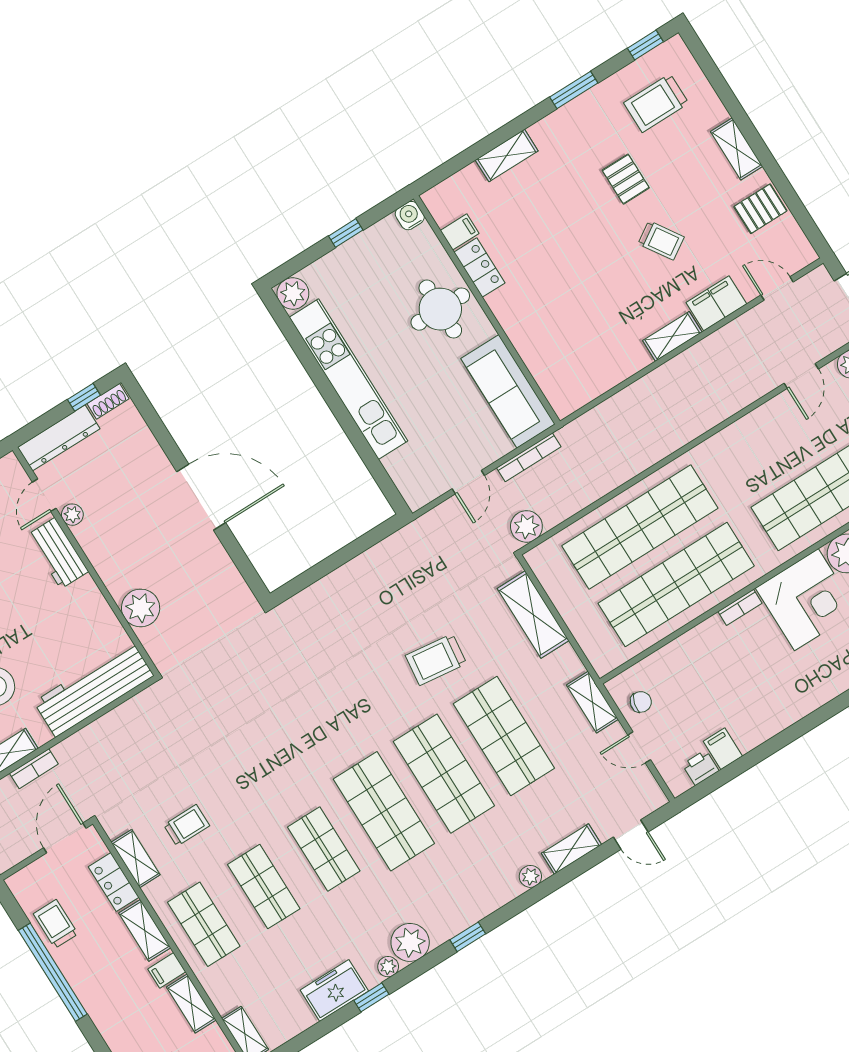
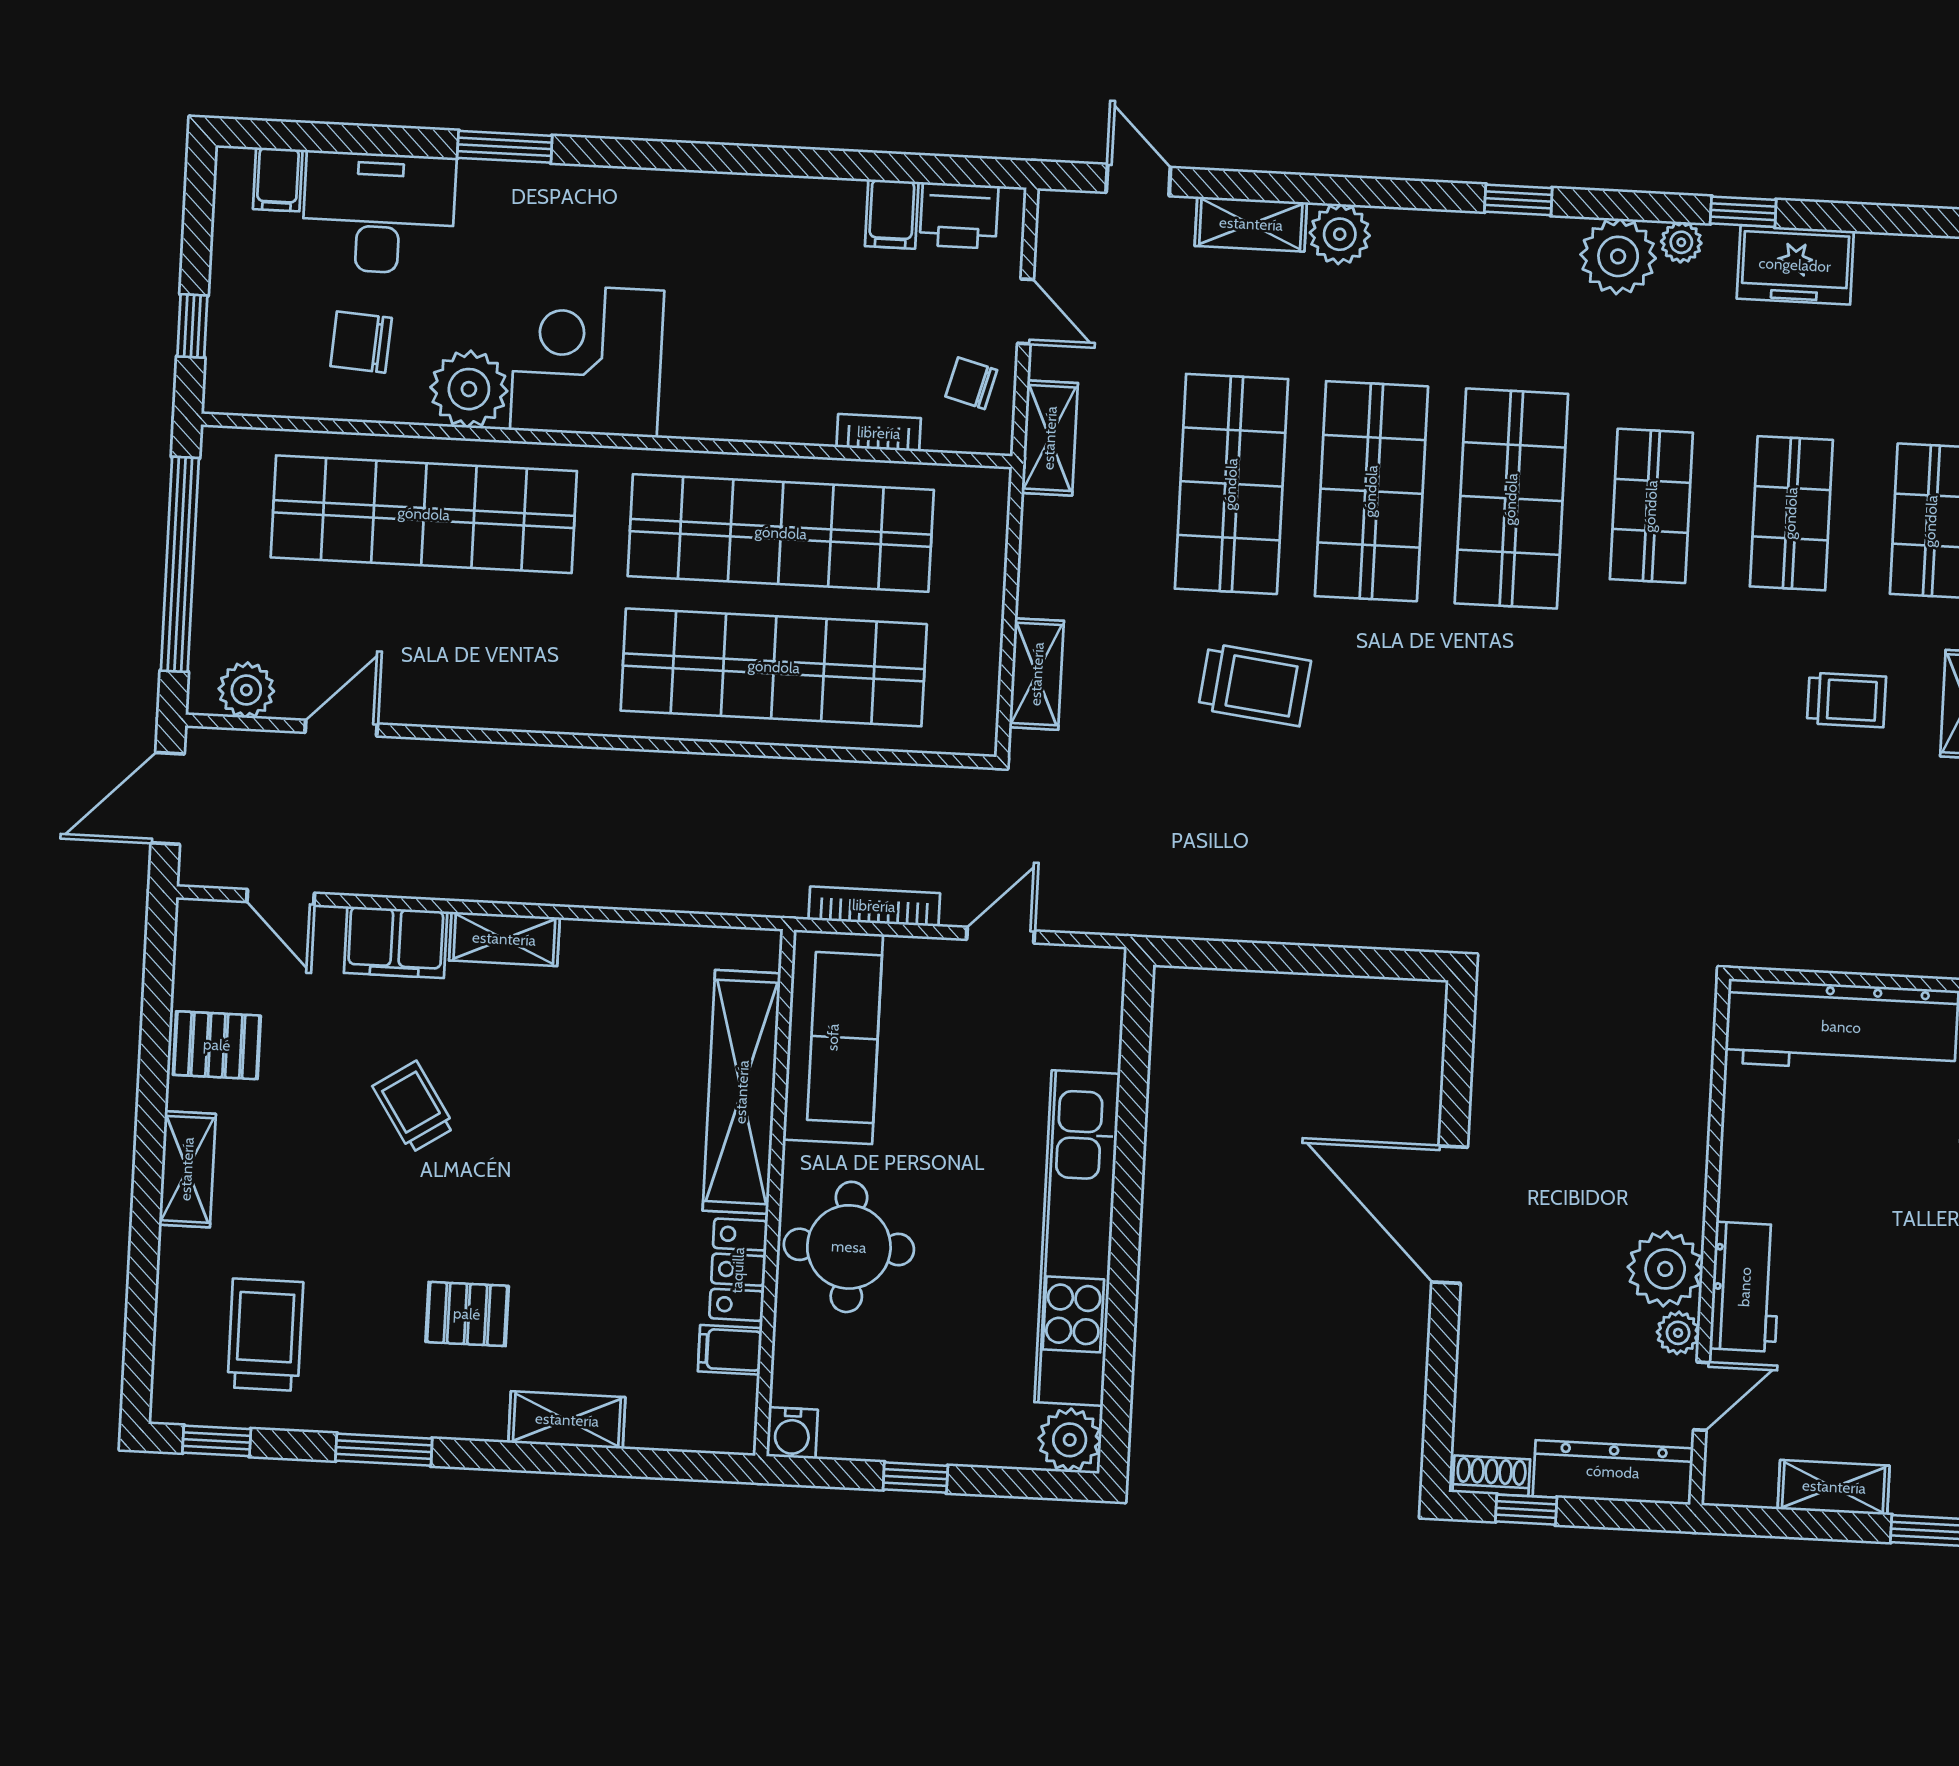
trolley: (656, 103) -> (265, 1335), turned -90
pallet: (626, 179) -> (467, 1314), moved, turned 90
shelving: (530, 342) -> (742, 1092), added
plant: (526, 526) -> (957, 797), removed
bookcase: (740, 607) -> (879, 433), moved
plant: (141, 608) -> (1665, 1269), moved
shelving: (533, 614) -> (1037, 674), width x0.67, depth x0.75
printer: (701, 768) -> (959, 215), width x1.36, depth x1.24
trolley: (187, 825) -> (1847, 700), turned 180
plant: (530, 876) -> (1340, 234), width x1.38, depth x1.38

